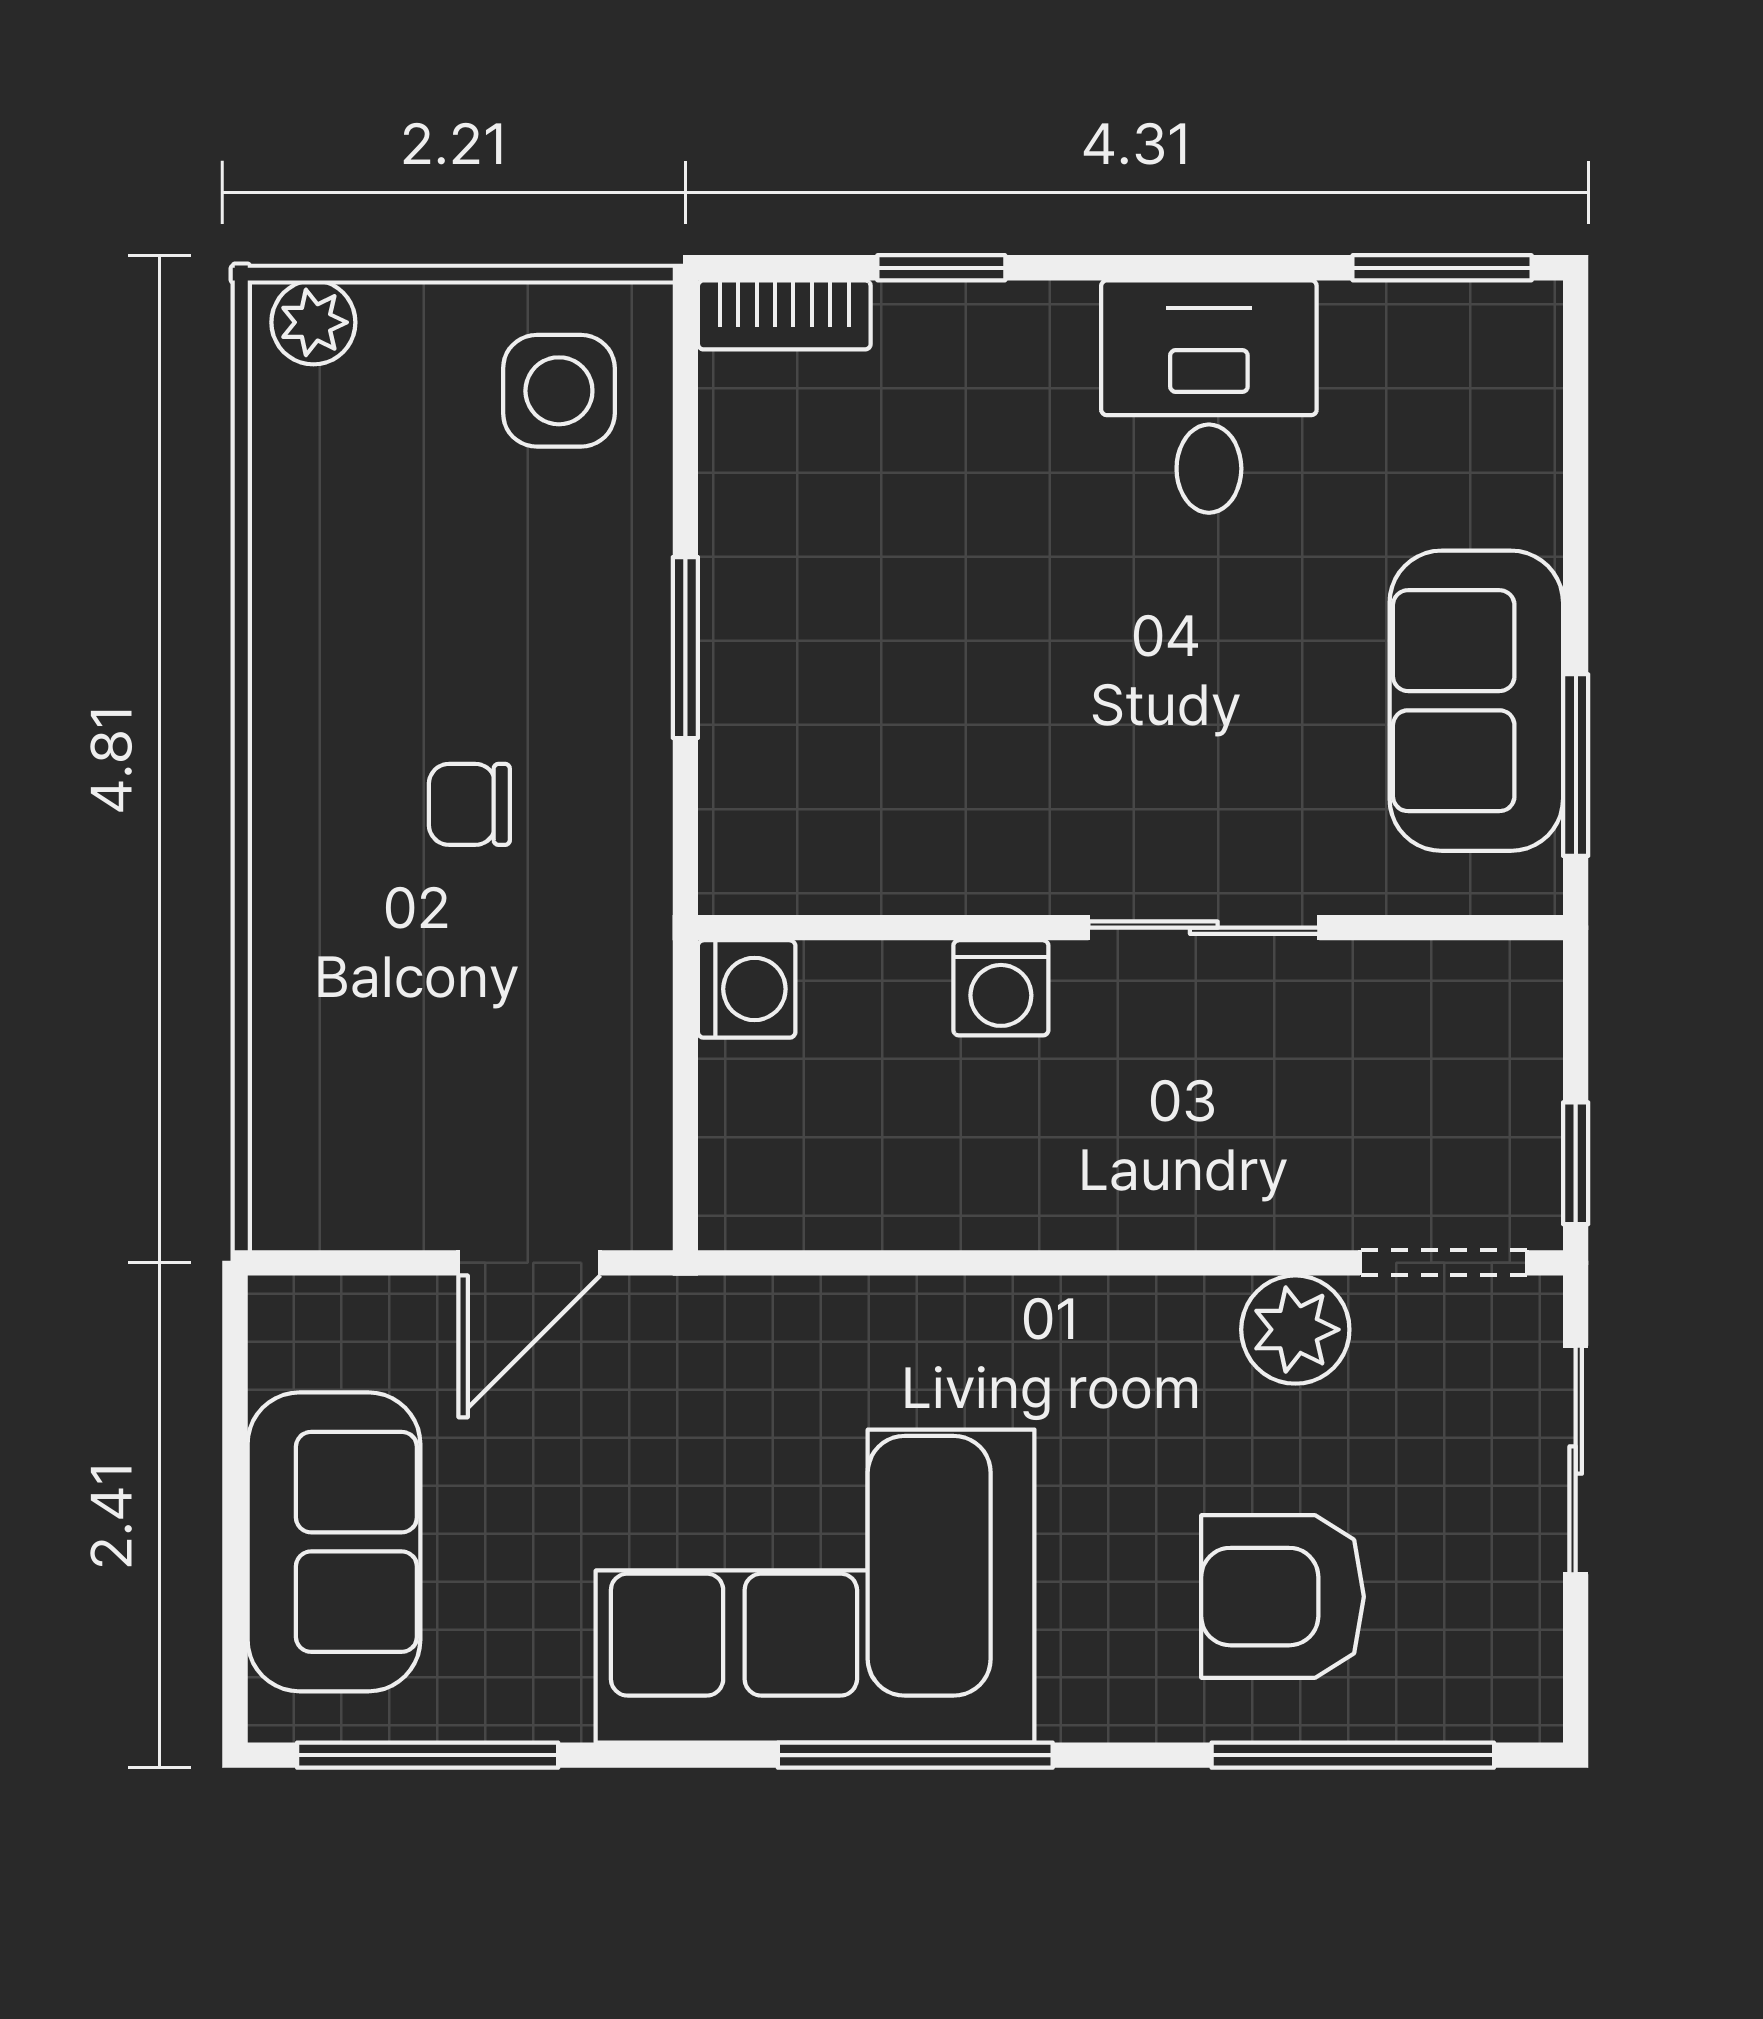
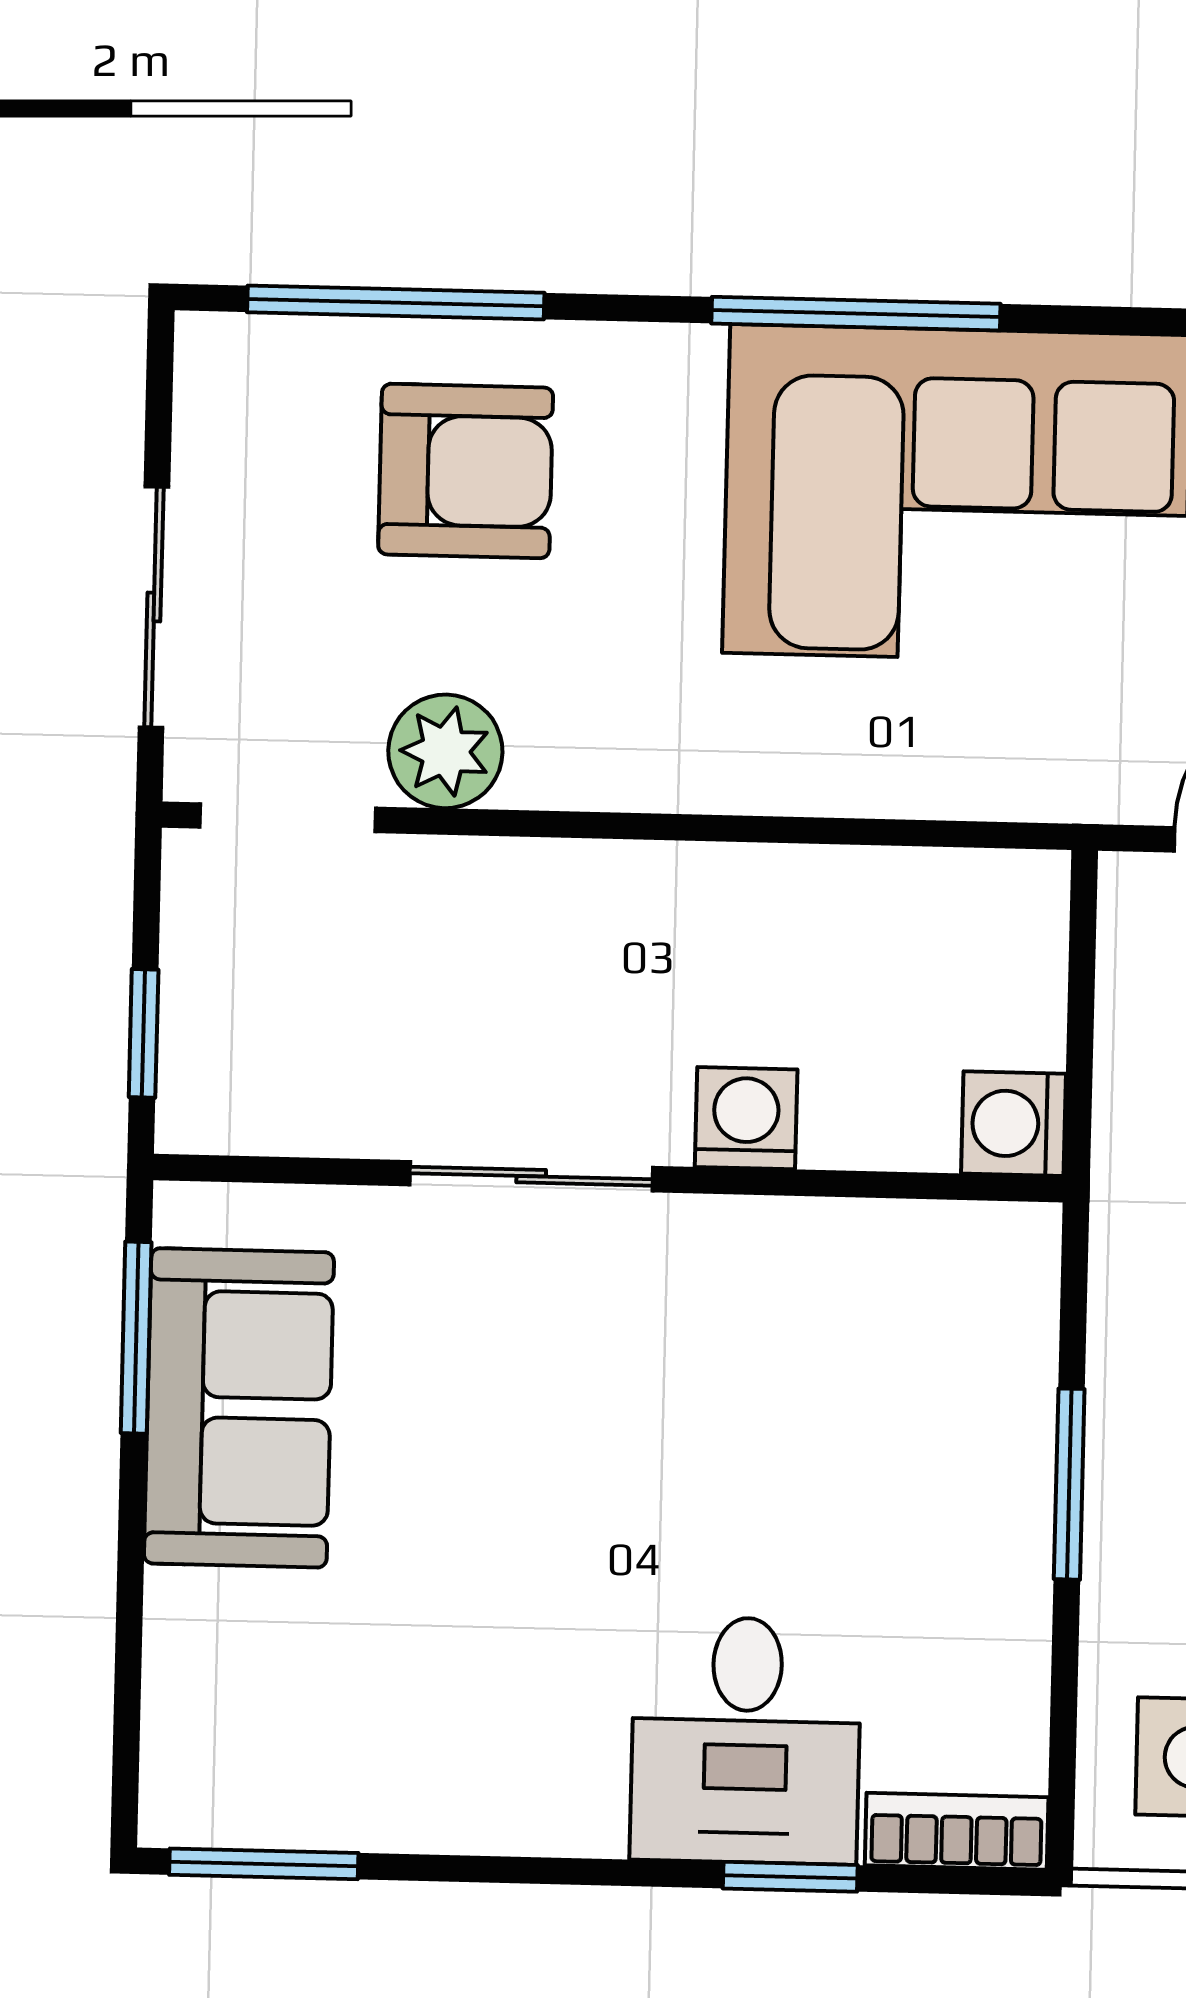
desk: (1209, 397) -> (746, 1740), moved
window: (1576, 1163) -> (144, 1033), moved

